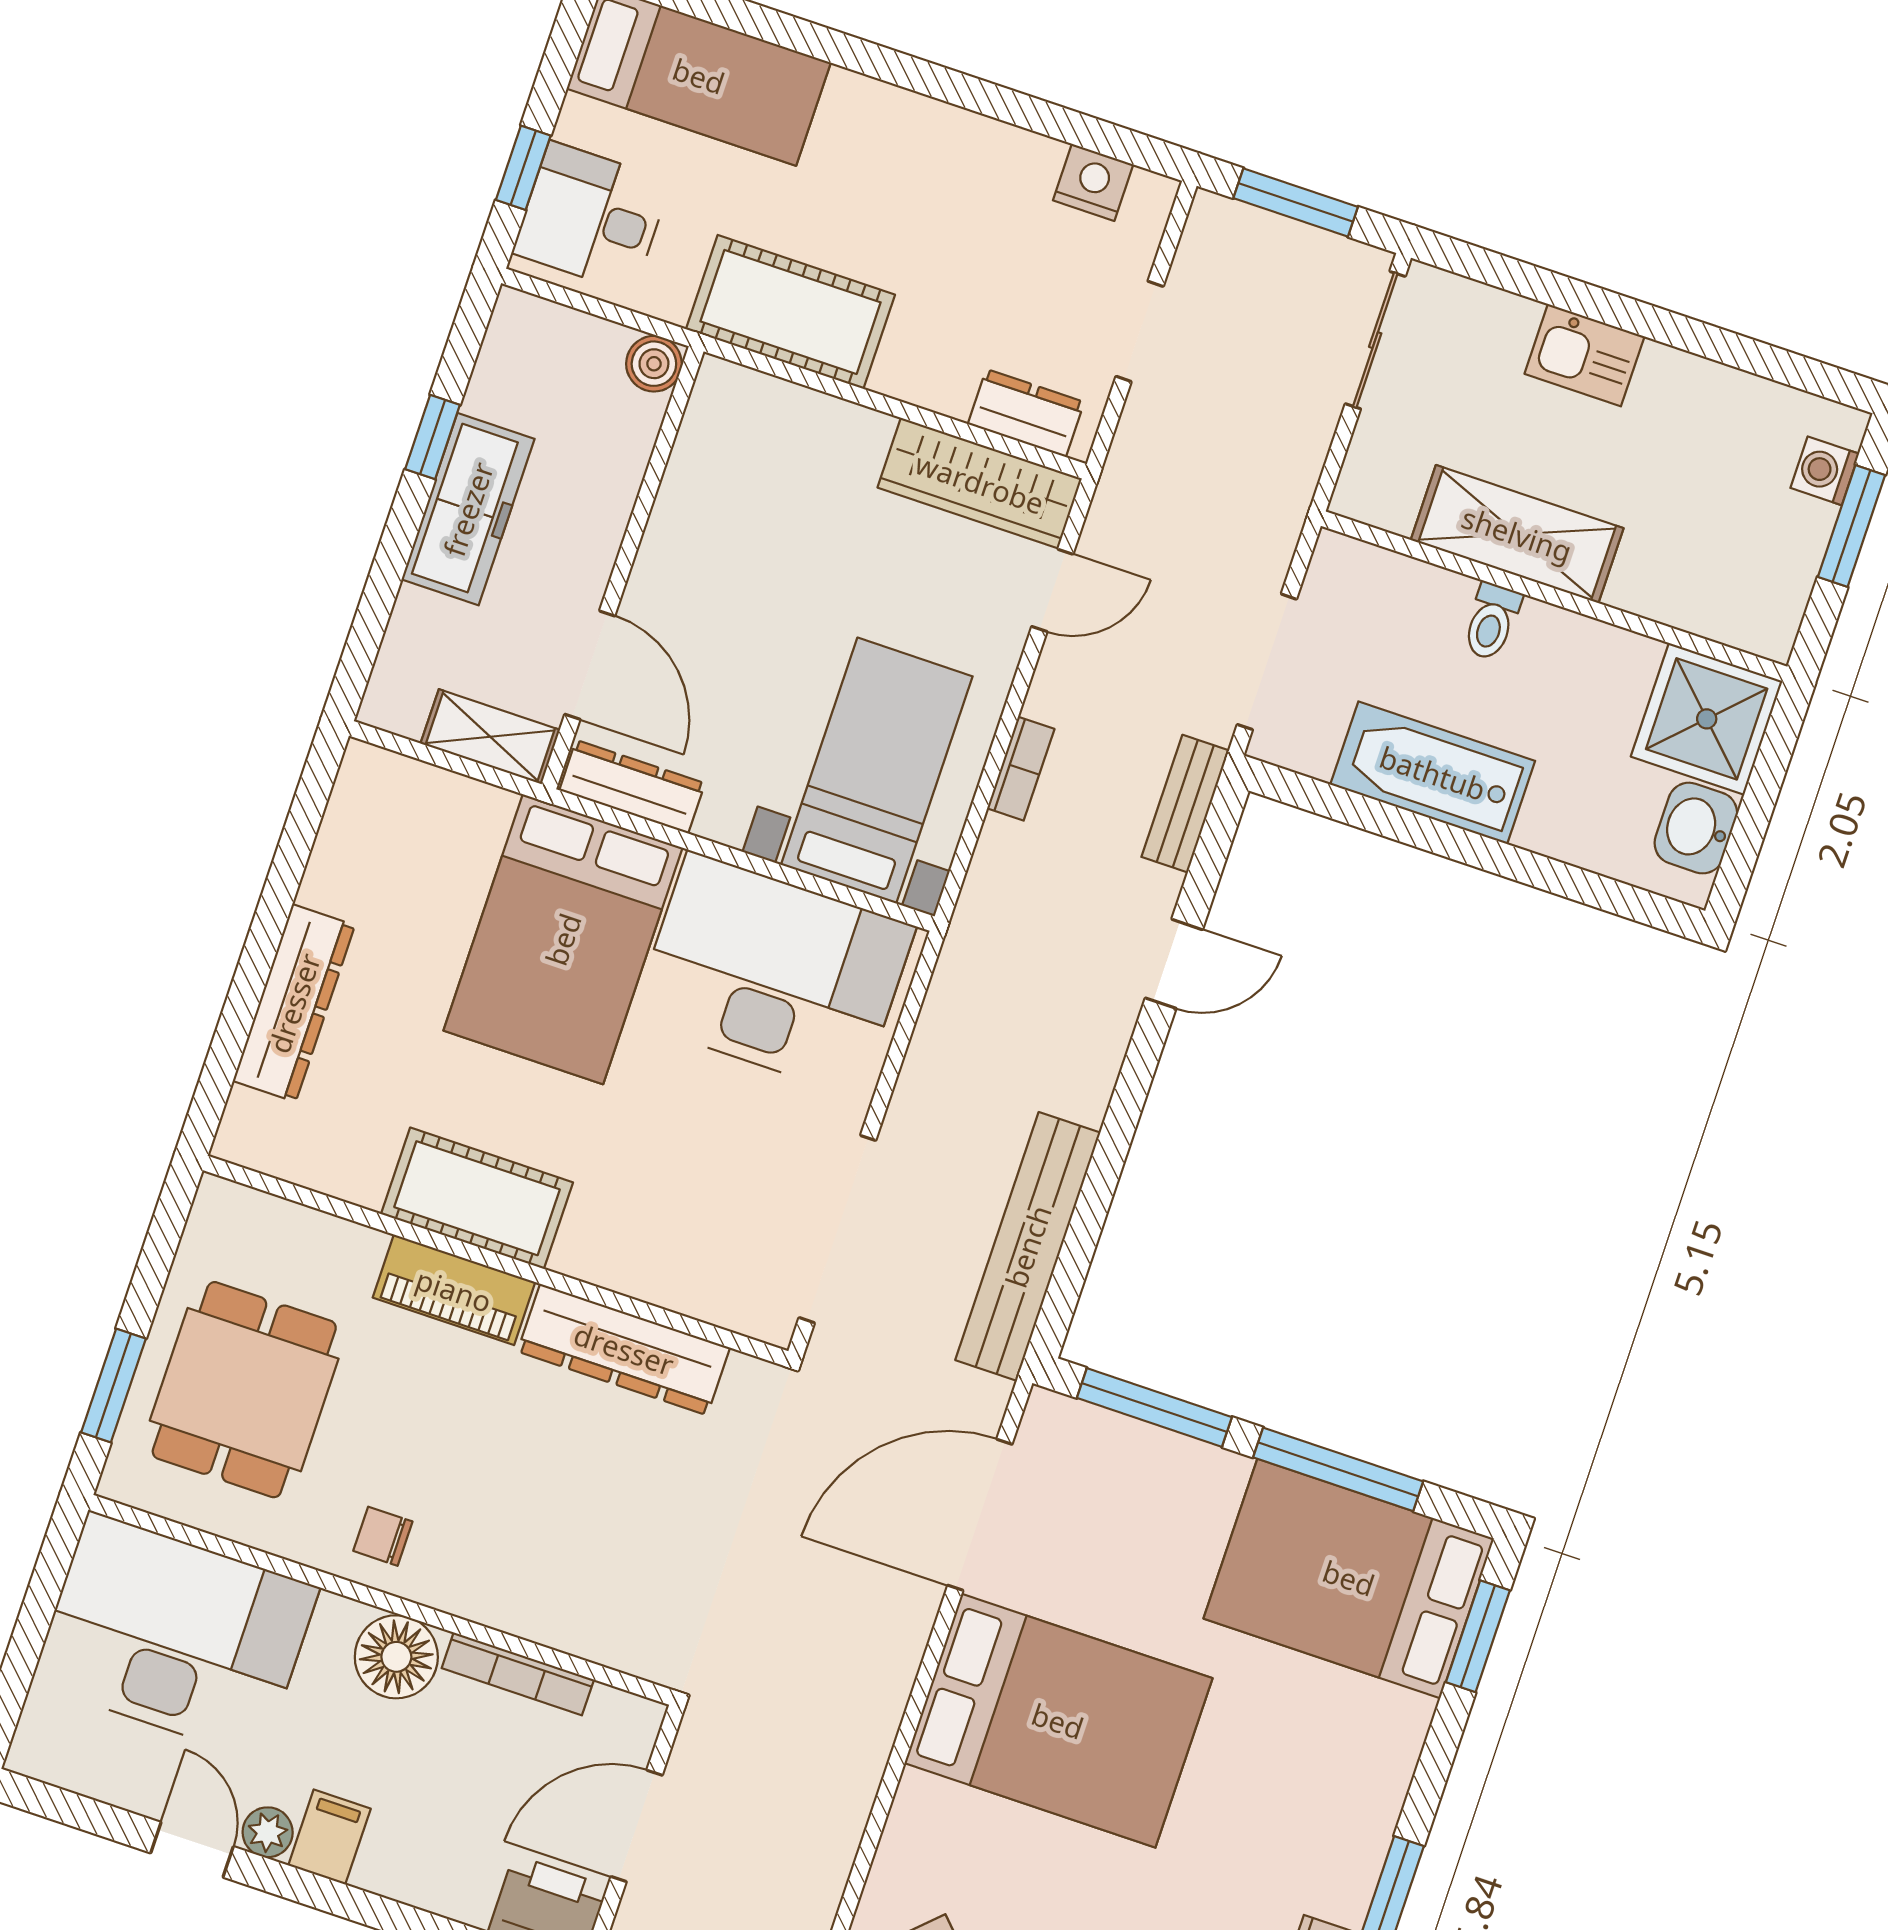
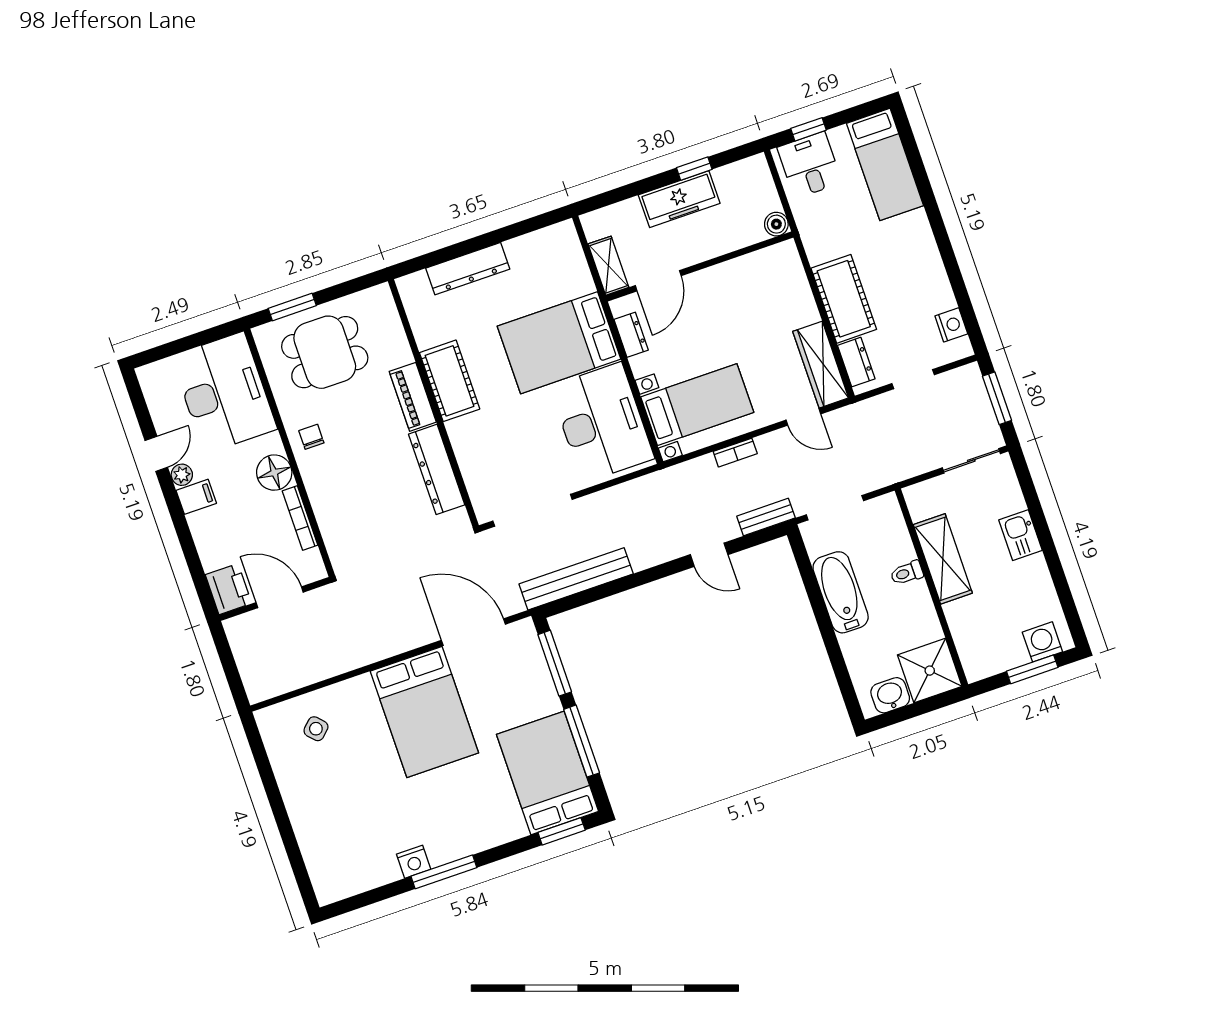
cot: (790, 312) -> (844, 299), moved
washing machine: (1825, 471) -> (1042, 642), width x1.38, depth x1.38
dresser: (632, 787) -> (631, 335), width x0.70

